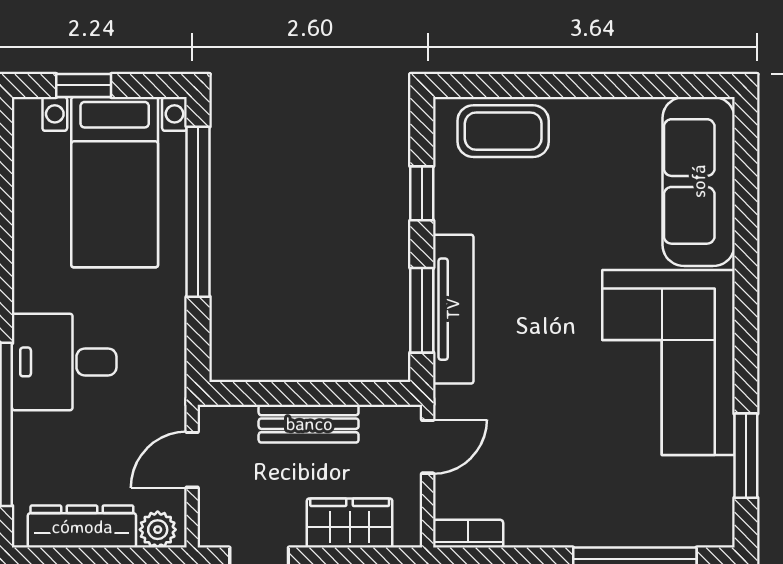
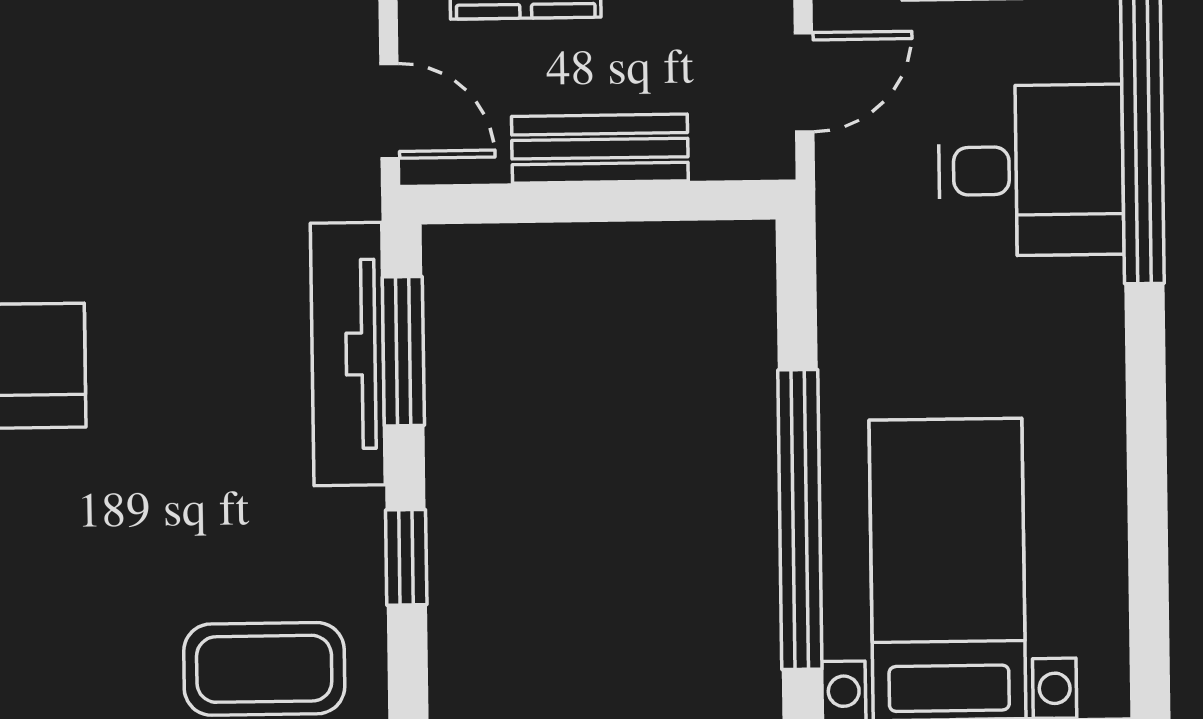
desk: (64, 362) -> (1031, 170), moved
door: (428, 447) -> (390, 111), swing flipped

